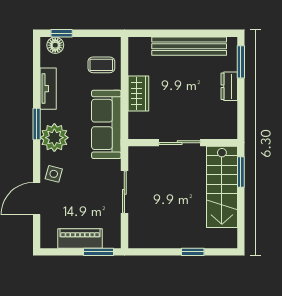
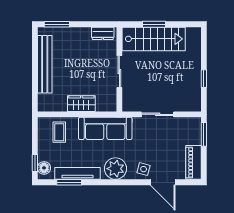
dresser: (229, 86) -> (103, 33), moved
tv unit: (48, 89) -> (78, 173), width x1.41
window: (37, 124) -> (69, 182), moved
window: (241, 172) -> (154, 24), moved
piano: (80, 238) -> (194, 162), moved
window: (193, 252) -> (204, 79), moved

